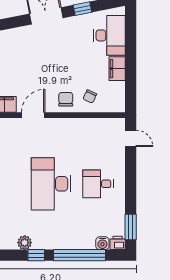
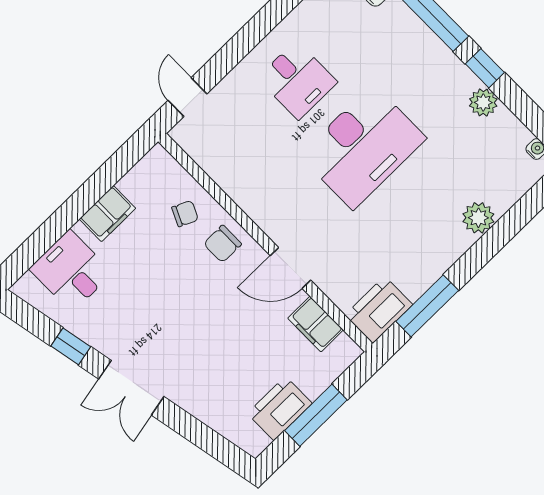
desk: (109, 35) -> (71, 271), width x0.73

